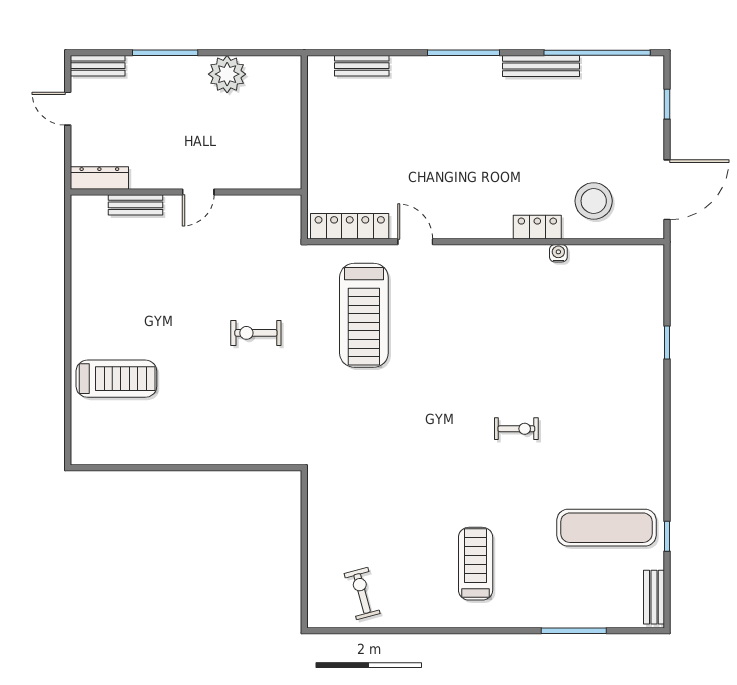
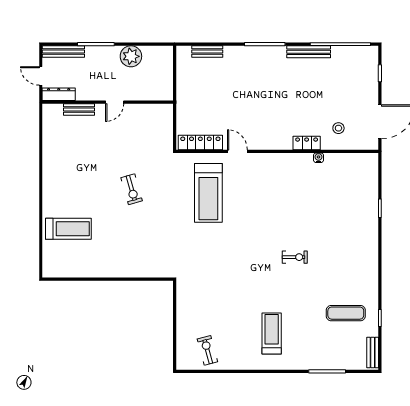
bench: (98, 66) -> (63, 52), width x1.36
dresser: (99, 178) -> (59, 94), moved
wall: (186, 192) -> (108, 102), moved
door: (198, 192) -> (115, 102), moved
stool: (594, 201) -> (338, 128), width x0.53, depth x0.53
bench: (135, 205) -> (79, 110), moved
exercise bike: (256, 333) -> (132, 189), moved, turned -106
exercise mat: (606, 528) -> (346, 313), width x0.73, depth x0.69

